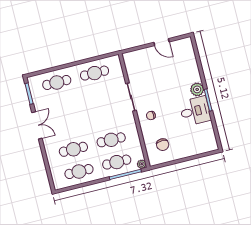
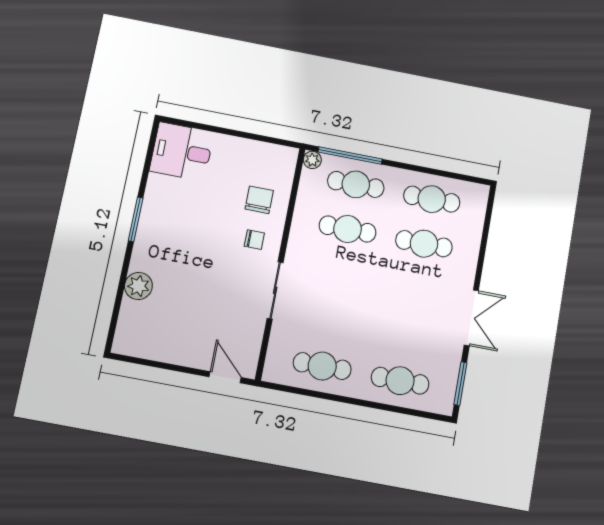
door: (161, 42) -> (225, 377), moved
plant: (197, 89) -> (138, 286), moved
desk: (195, 111) -> (182, 152), moved
double door: (37, 125) -> (471, 318), swing flipped
chair: (163, 145) -> (259, 200), moved

